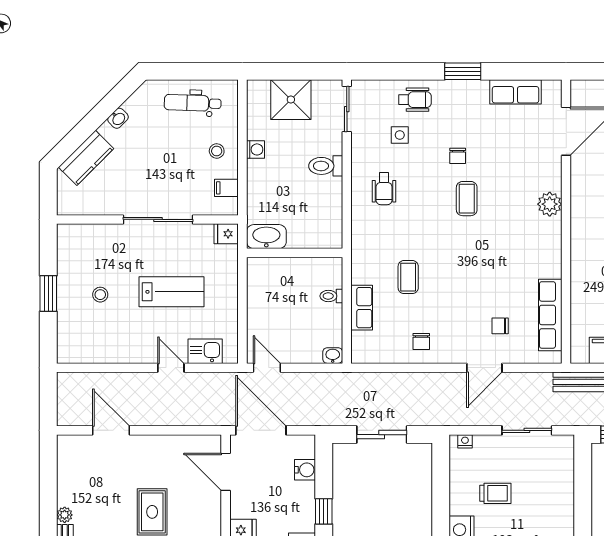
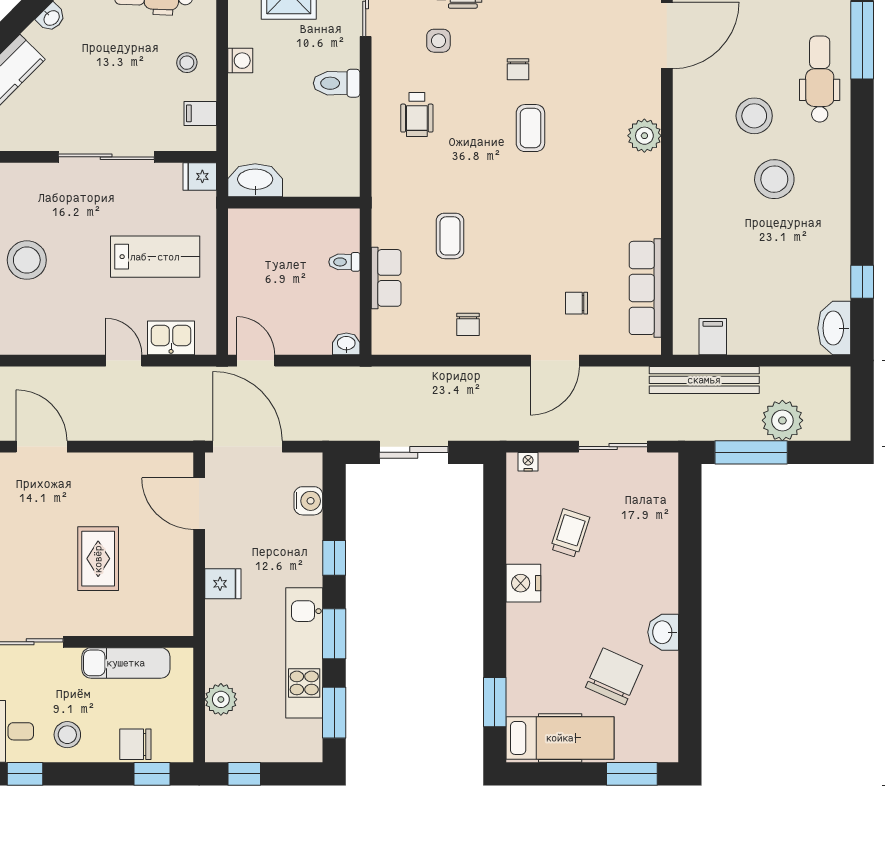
lab bench: (171, 292) -> (155, 257), moved
stool: (100, 295) -> (27, 260), width x1.89, depth x1.89
trolley: (495, 493) -> (570, 533), turned -72

